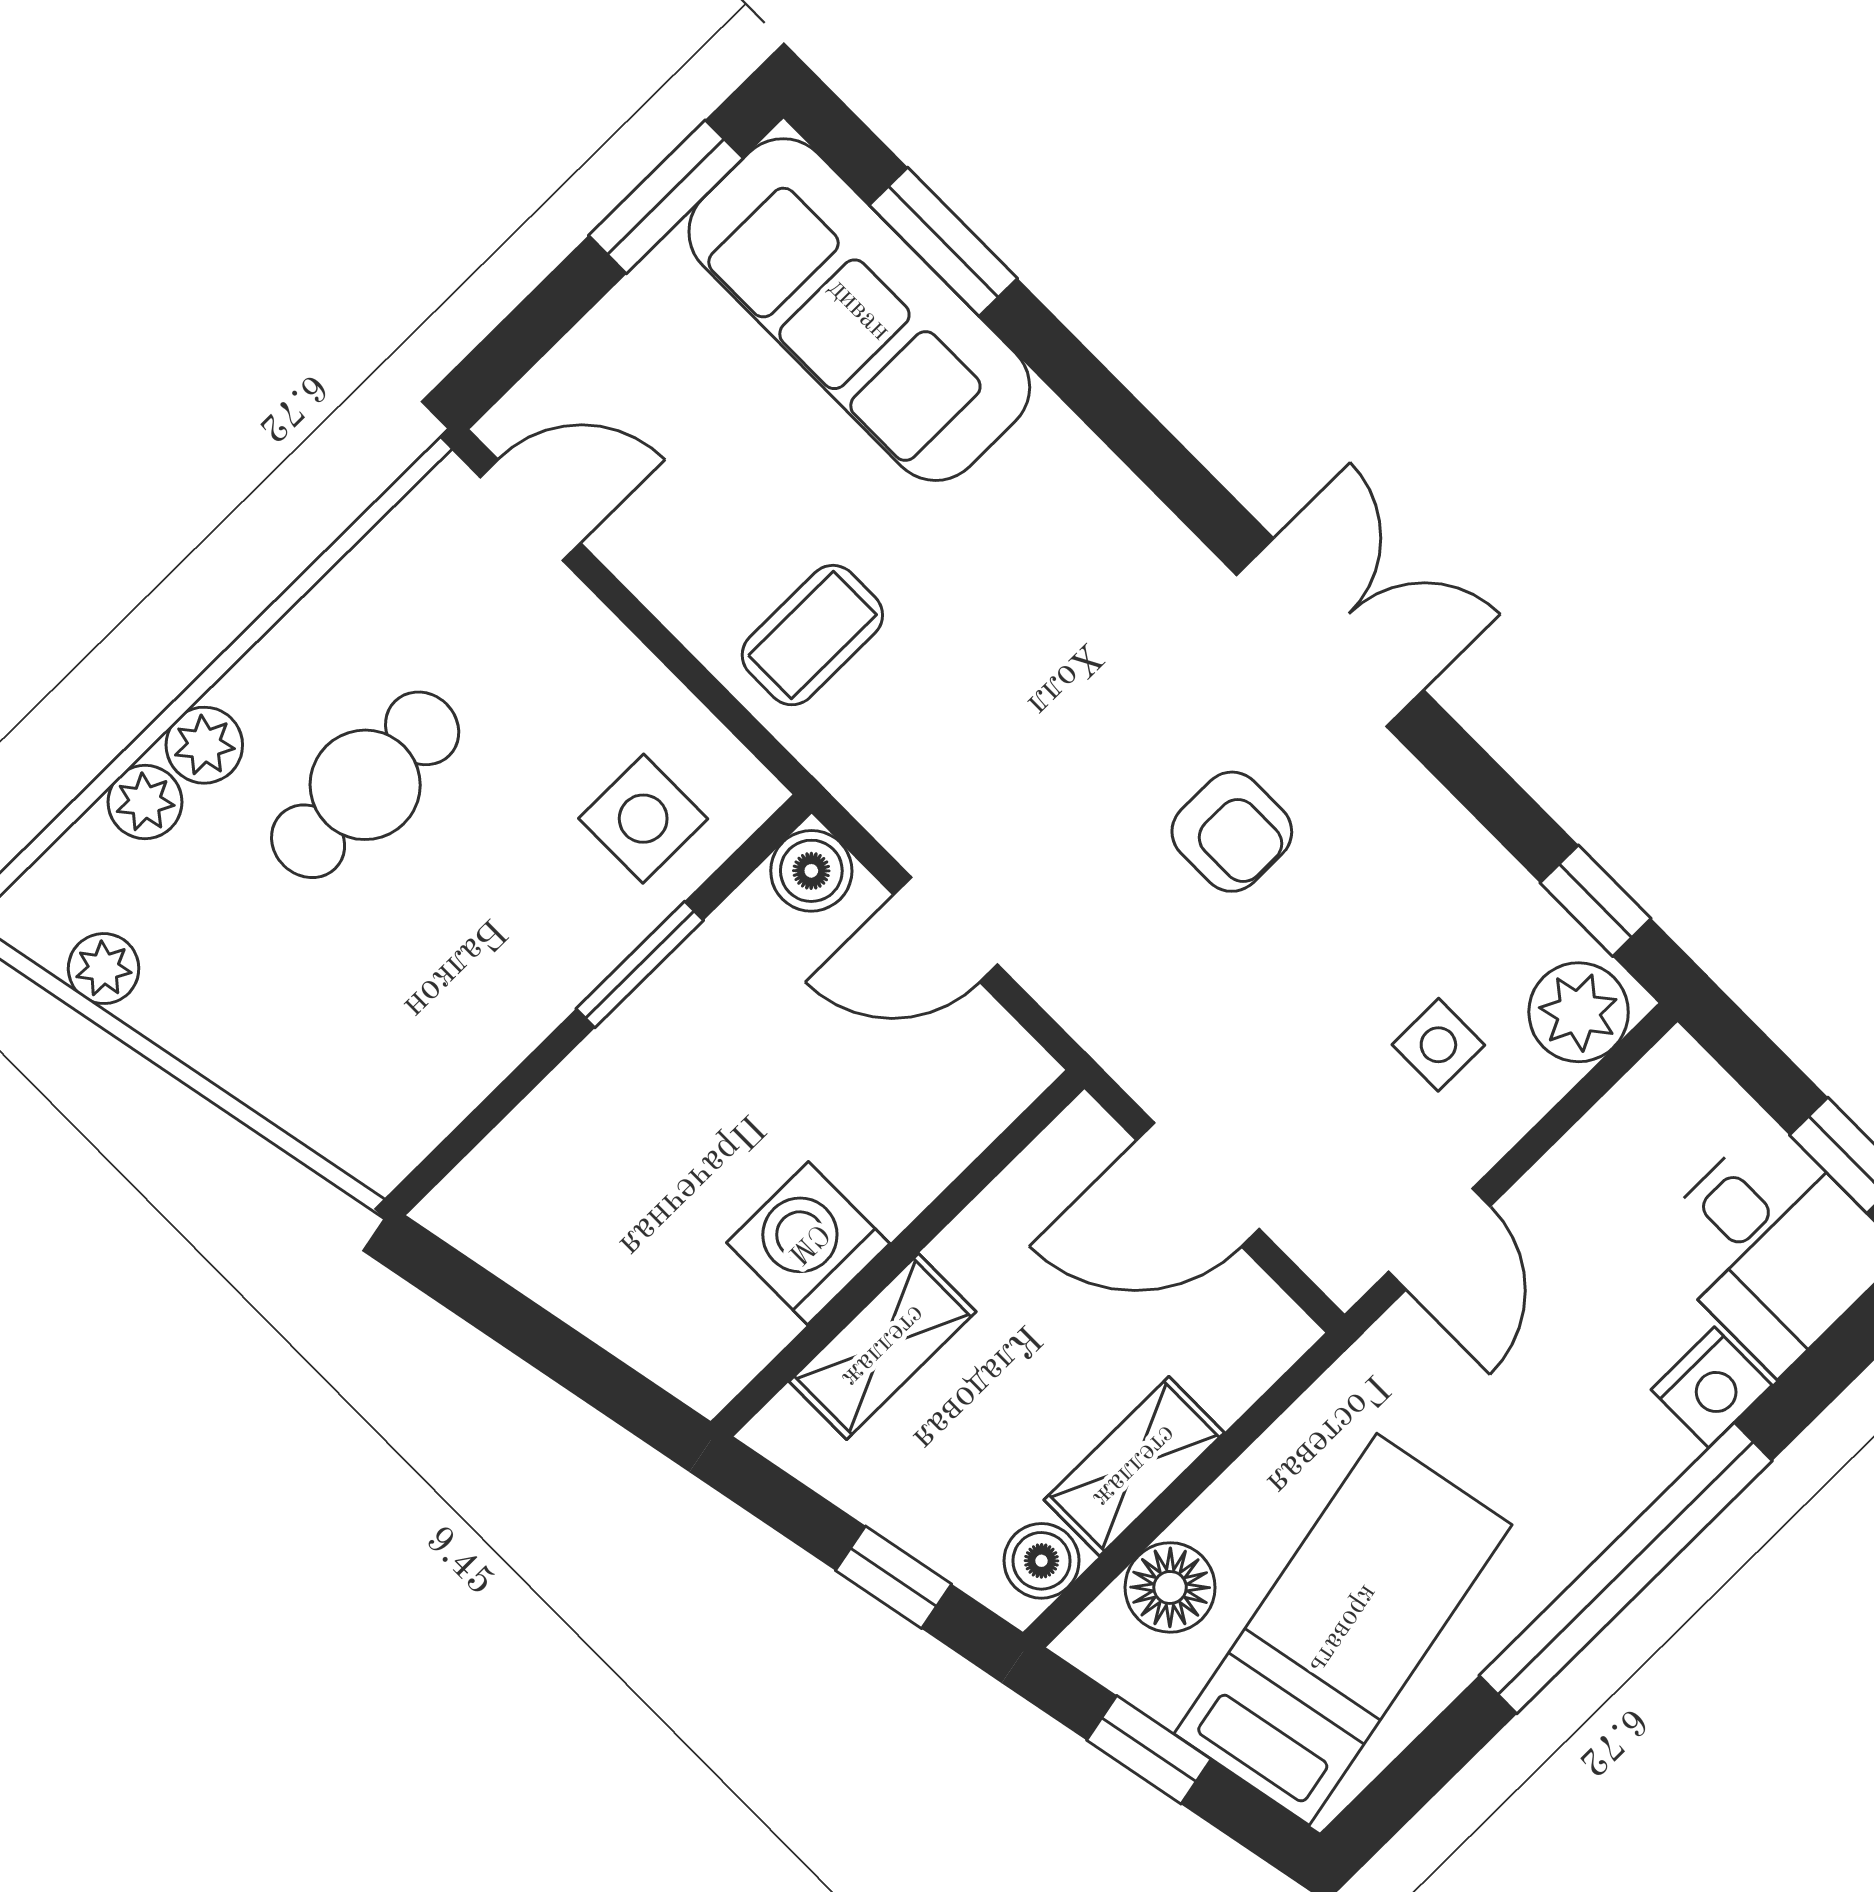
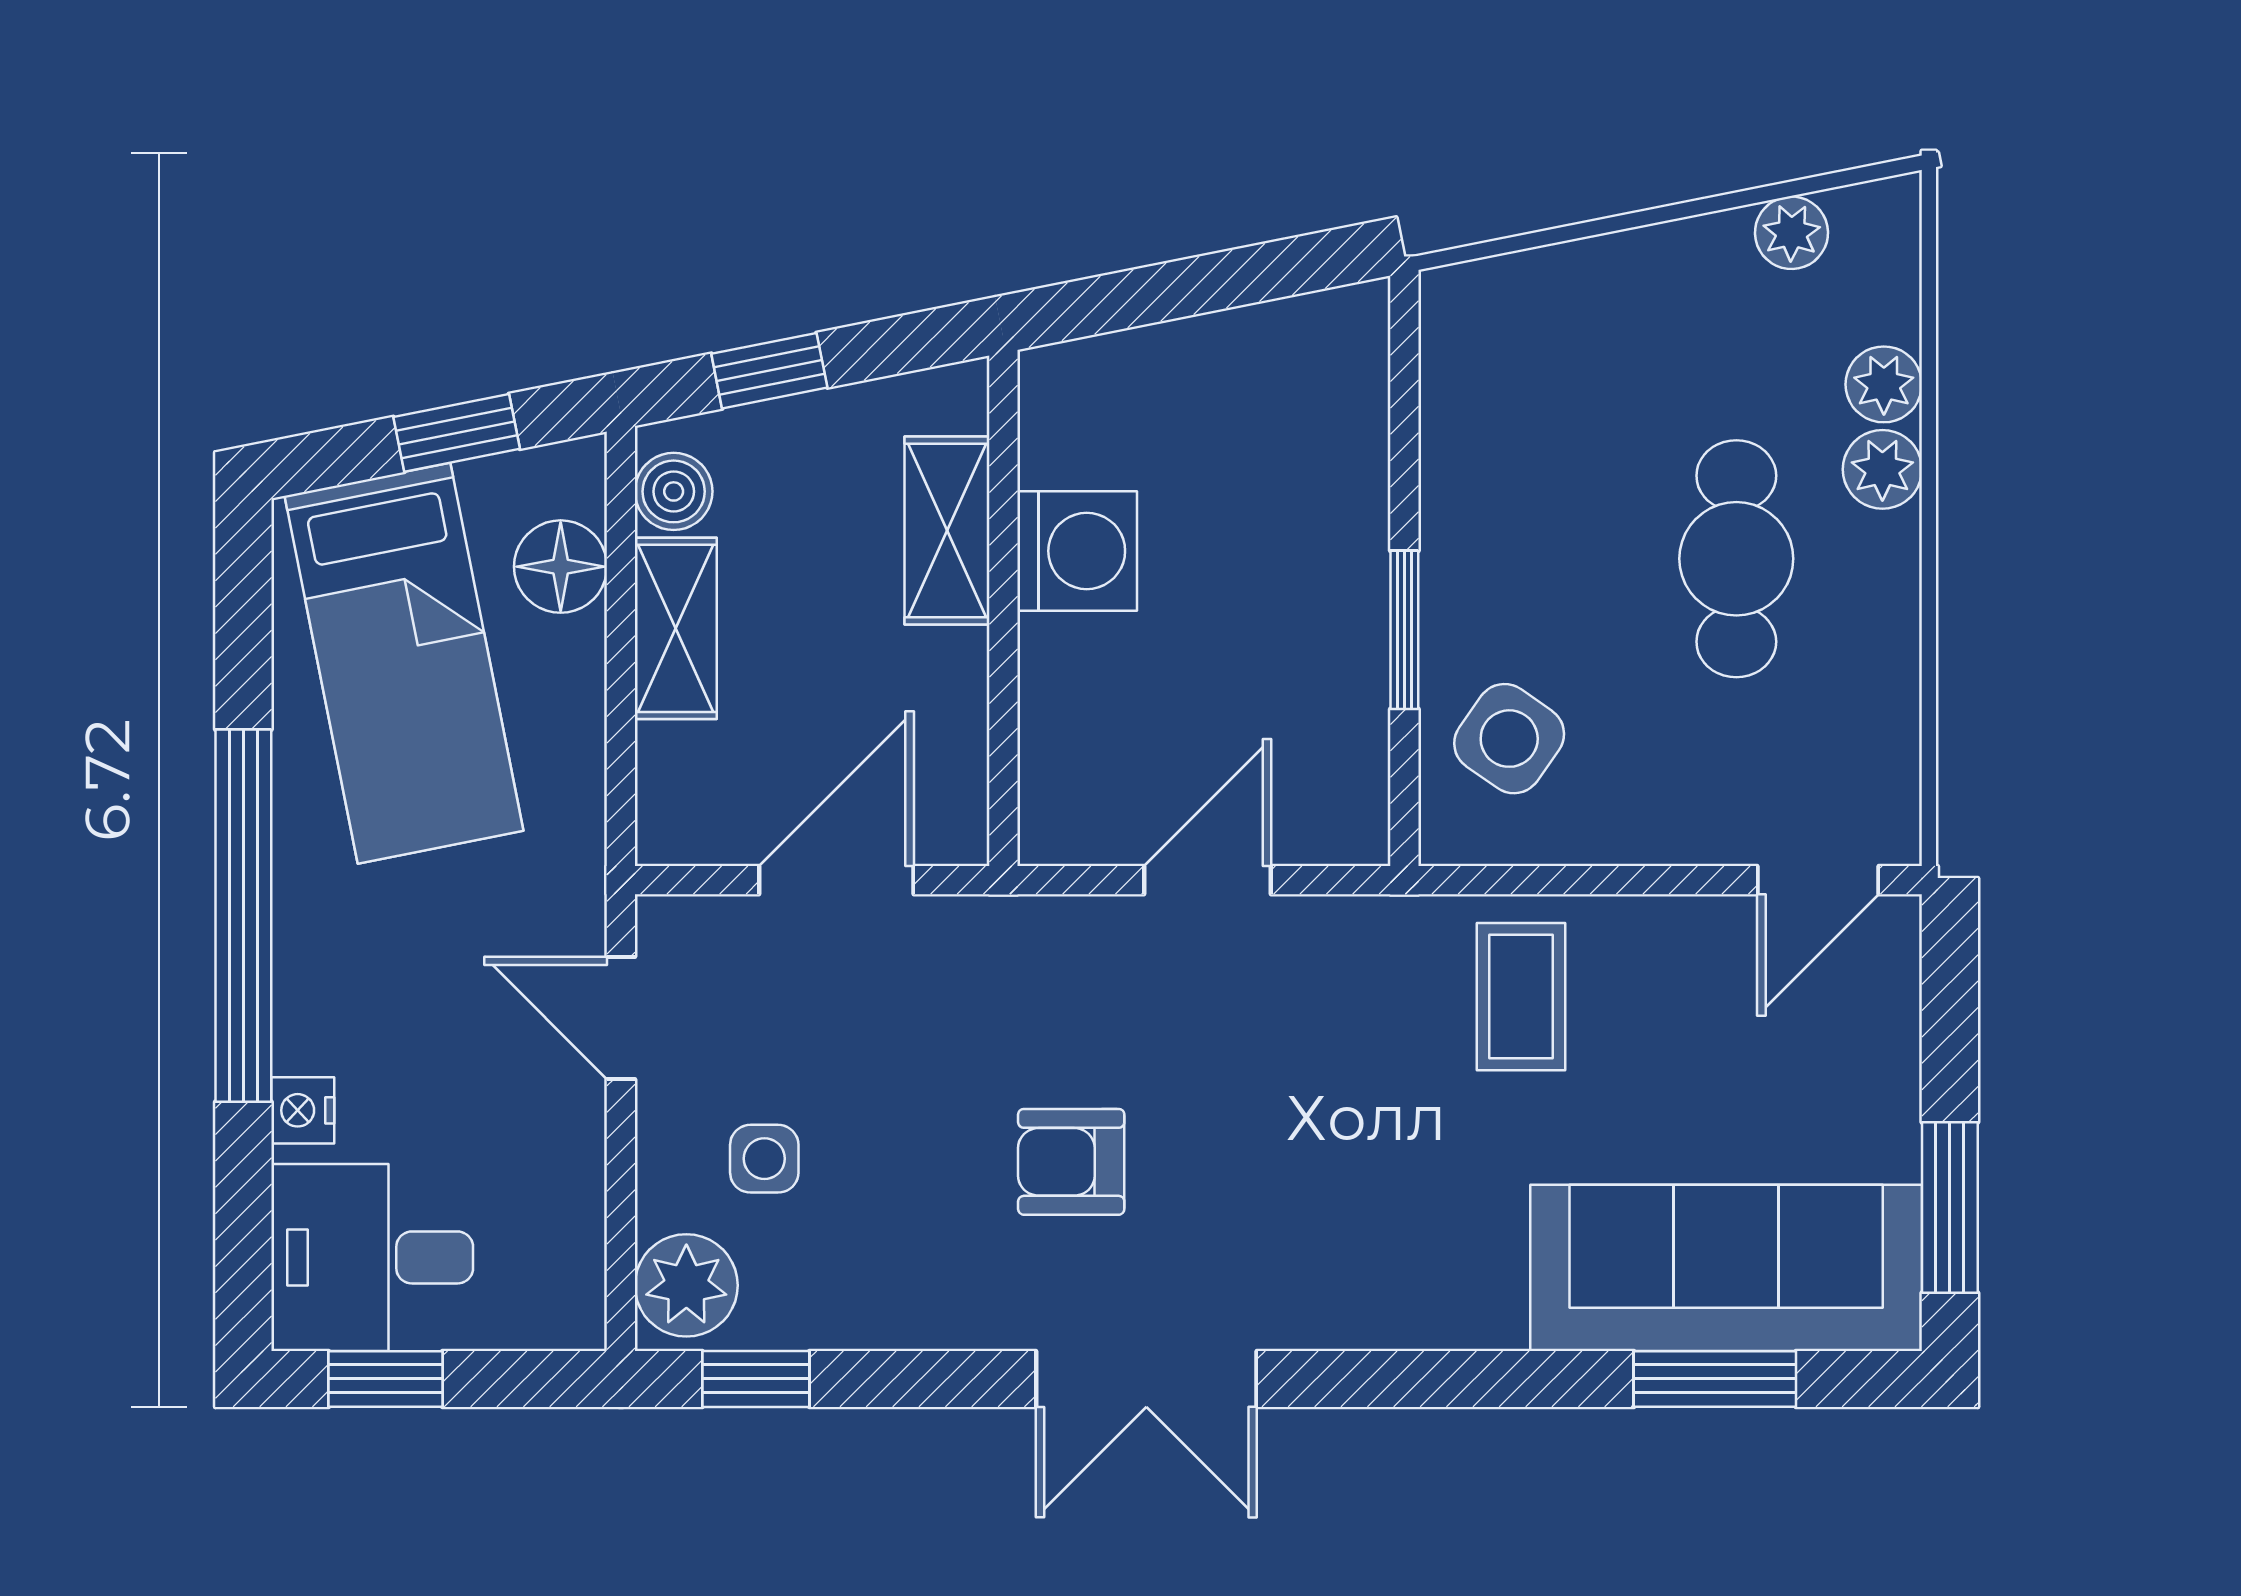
side table: (643, 819) -> (1509, 739), turned 35
boiler: (811, 871) -> (1348, 824), removed
nightstand: (1712, 1387) -> (303, 1110), width x0.72, depth x0.74

